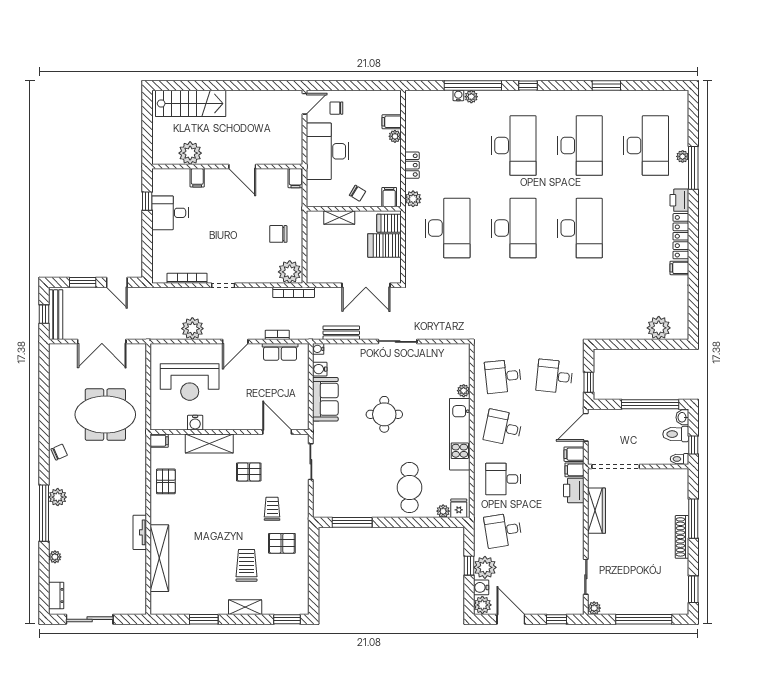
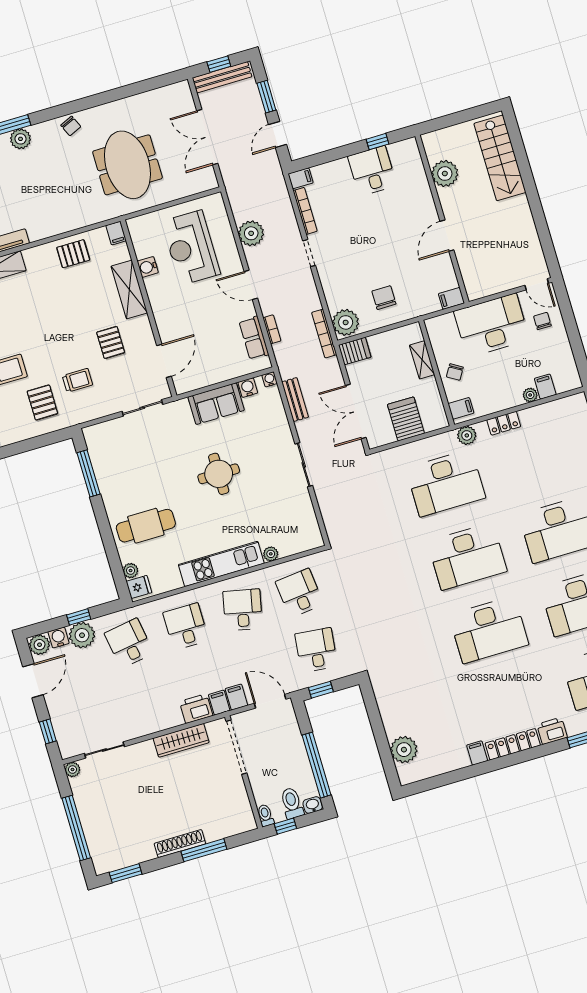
filing cabinet: (197, 178) -> (301, 178), moved, turned 180
server rack: (389, 223) -> (355, 351), moved, turned 90

